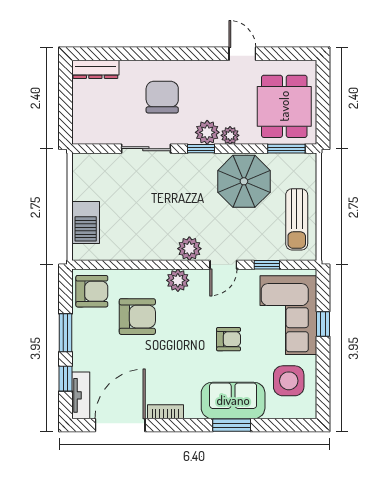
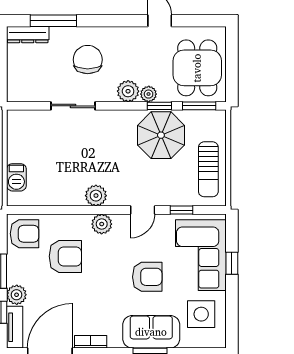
window: (124, 54) -> (53, 21), added
window: (201, 149) -> (159, 106), moved
barbecue: (86, 223) -> (16, 177), width x0.73, depth x0.79
plant: (189, 249) -> (96, 196), moved
armchair: (229, 339) -> (147, 277), width x1.38, depth x1.38
plant: (83, 359) -> (17, 295), added

